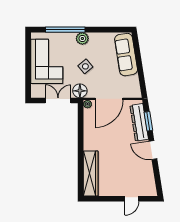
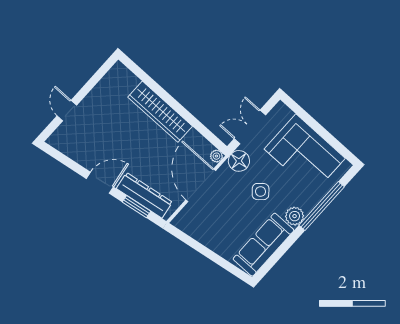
sofa: (126, 55) -> (263, 245), moved, turned -81
double door: (58, 100) -> (250, 127), swing flipped
wardrobe: (91, 173) -> (160, 112), moved

